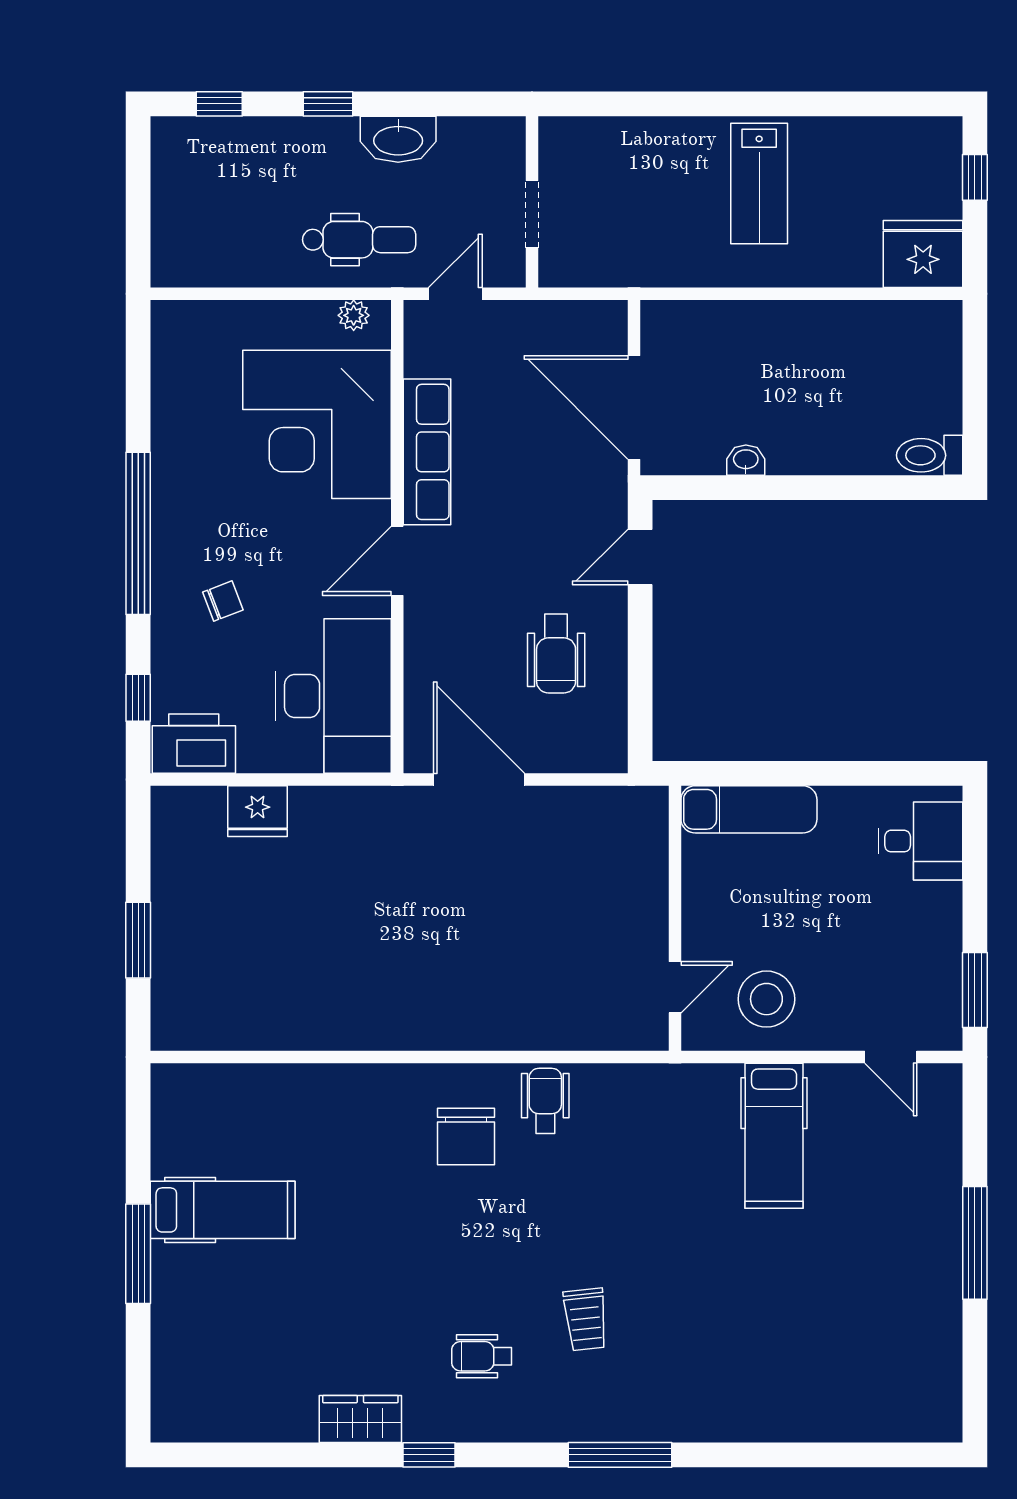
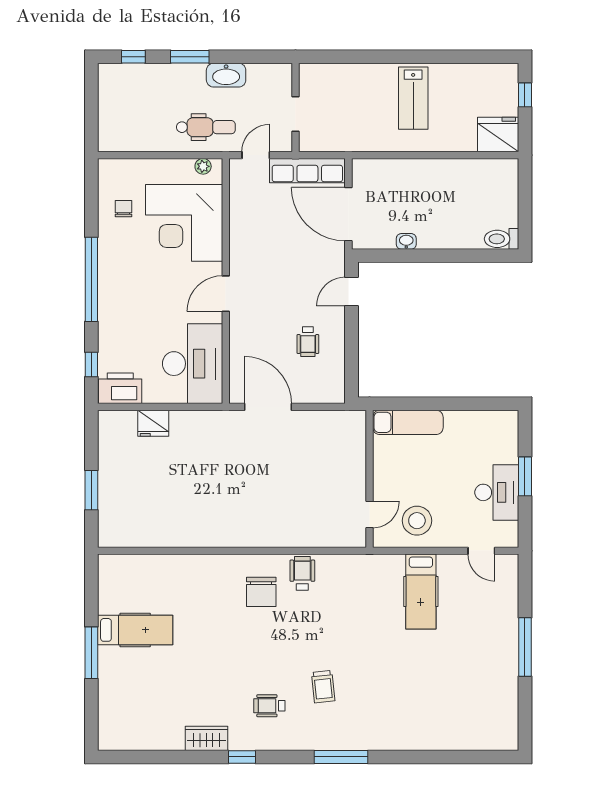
window: (328, 104) -> (190, 57), width x1.50
row of seats: (427, 452) -> (307, 171), moved, turned 90
chair: (223, 601) -> (124, 209), moved, turned -69
wheelchair: (556, 654) -> (308, 342), width x0.73, depth x0.73
desk: (920, 841) -> (497, 492), moved, width x1.37
window: (975, 990) -> (525, 476), moved

